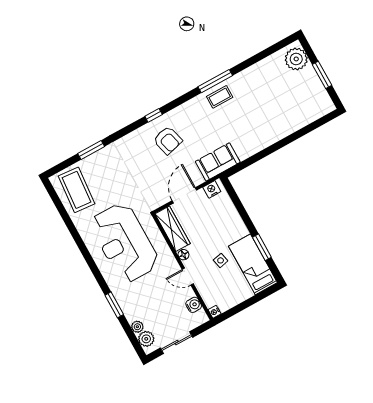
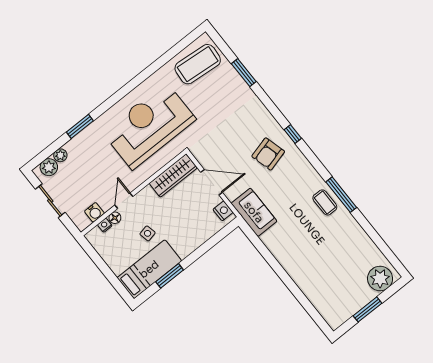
floor lamp: (183, 255) -> (115, 218), moved
nightstand: (215, 312) -> (105, 225), moved

